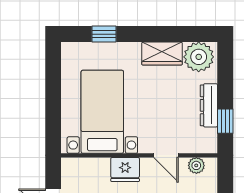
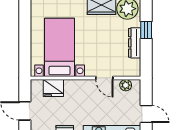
window: (225, 121) -> (146, 30), moved
fridge: (125, 169) -> (53, 88), moved

